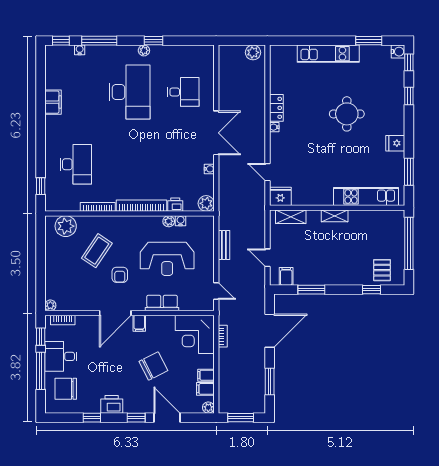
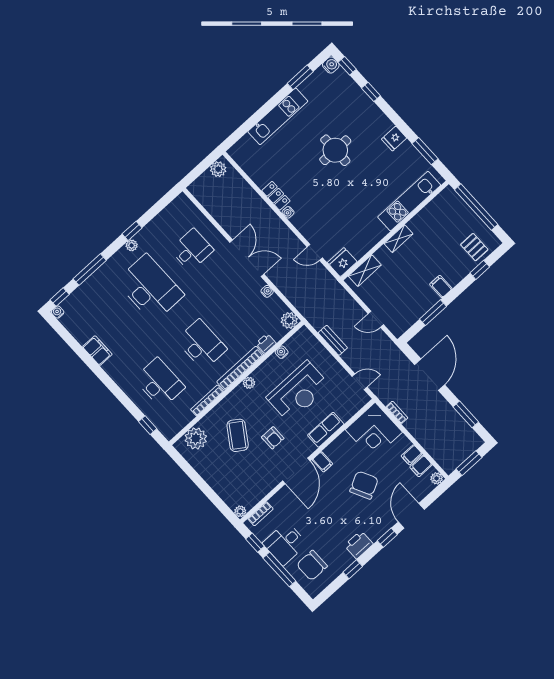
water cooler: (80, 50) -> (58, 312), moved
desk: (129, 164) -> (201, 345), added
plant: (169, 221) -> (249, 383), moved
filing cabinet: (286, 276) -> (441, 287), moved
door: (167, 418) -> (411, 516), hinge flipped

